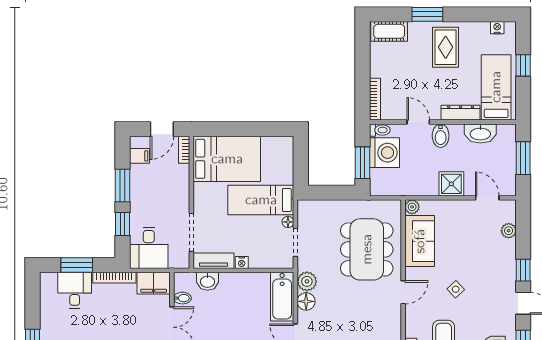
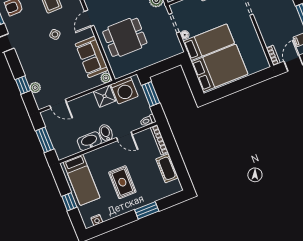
cot: (389, 31) -> (167, 168), moved, turned 90
rug: (446, 47) -> (122, 182), moved
dresser: (461, 113) -> (99, 154), removed
washbasin: (480, 133) -> (89, 141), moved
washing machine: (385, 153) -> (124, 90), moved, turned -90
bed: (227, 159) -> (220, 68), moved, turned 180
shower: (451, 184) -> (105, 96), moved
dining table: (367, 249) -> (125, 37), width x0.73
window: (523, 270) -> (23, 85), moved

